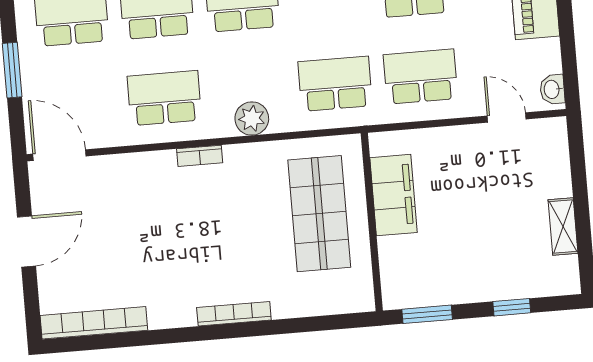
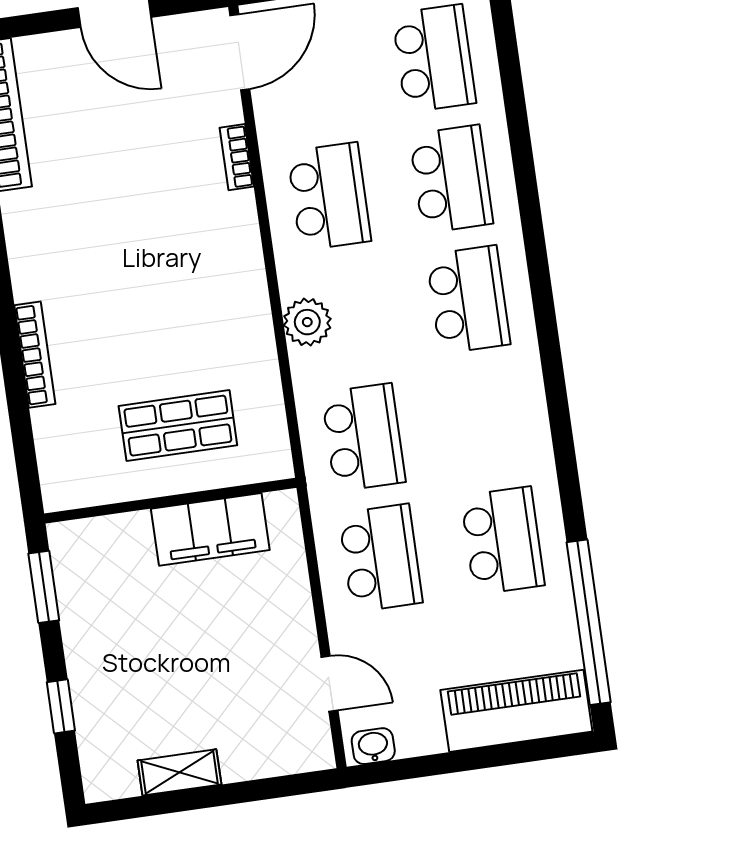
door: (507, 117) -> (330, 684), hinge flipped
bookcase: (200, 156) -> (237, 157), moved
shop shelf: (319, 214) -> (178, 426), width x0.70, depth x0.74
bookcase: (234, 314) -> (35, 355), moved

